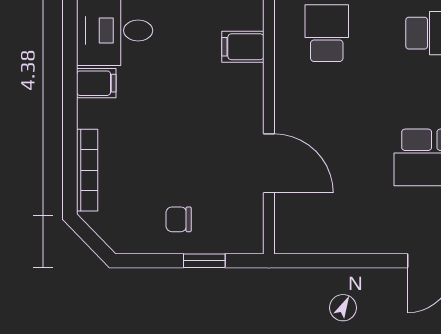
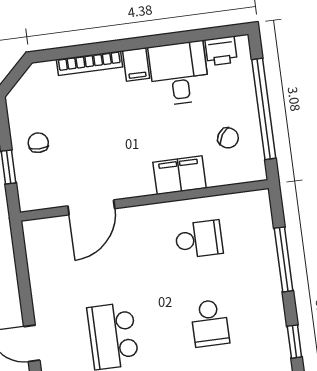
filing cabinet: (243, 47) -> (180, 175), width x2.00
bookcase: (87, 170) -> (90, 63), moved

